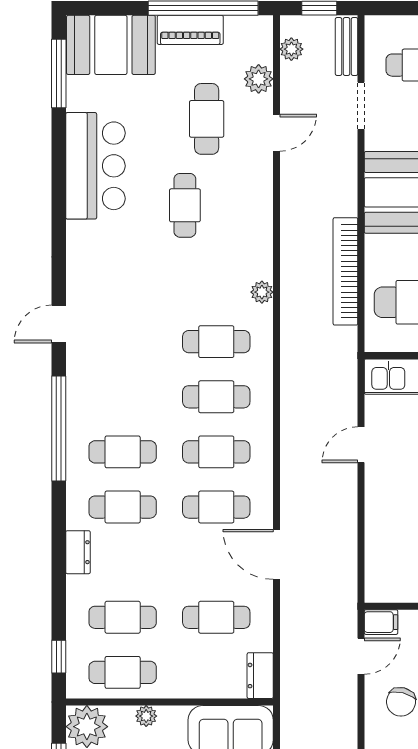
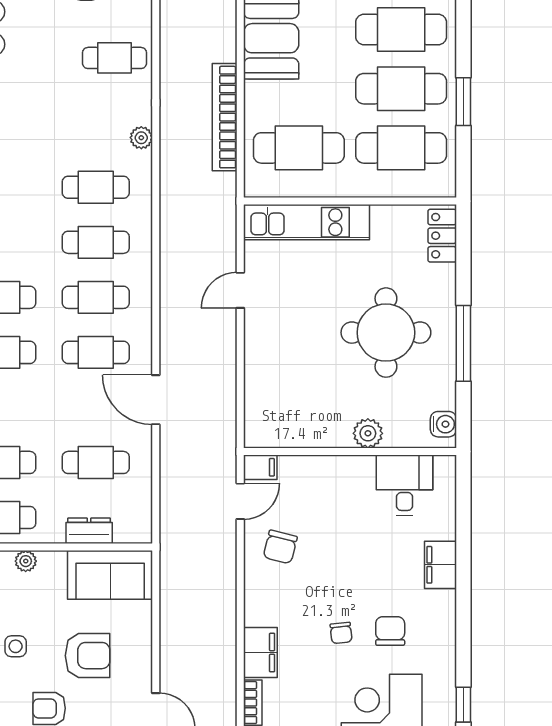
cafe table: (185, 205) -> (114, 58), moved, turned 90
dresser: (260, 676) -> (89, 531), moved, turned 90

